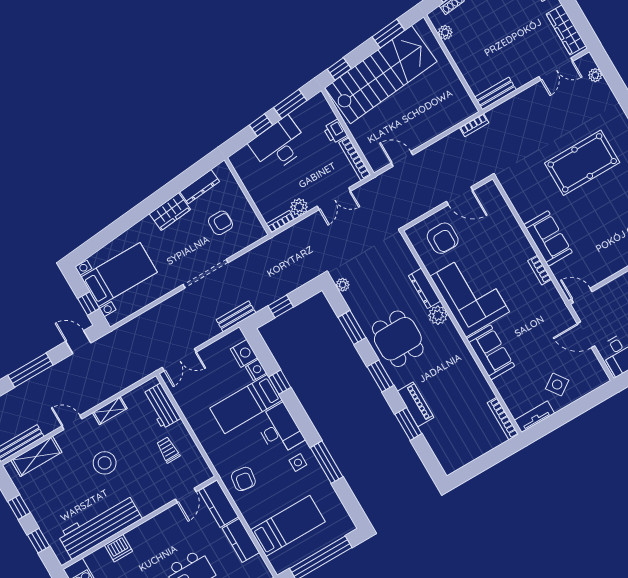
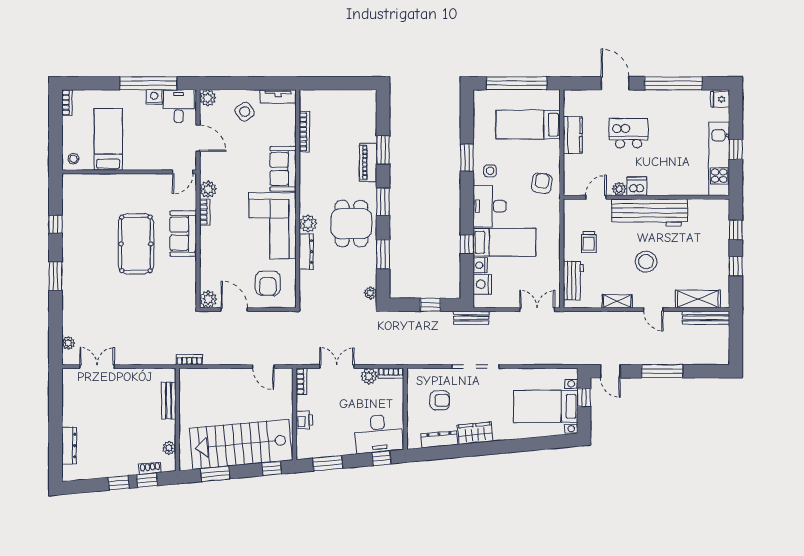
wardrobe: (566, 30) -> (70, 393), removed
bench: (496, 93) -> (169, 401), moved, turned 90
window: (261, 125) -> (381, 458), moved
desk: (279, 145) -> (378, 434), moved
bookcase: (355, 159) -> (301, 381), width x0.64
pool table: (582, 163) -> (136, 244), moved, turned 90
plant: (489, 191) -> (208, 299), added
armchair: (221, 223) -> (440, 400), turned 180
armchair: (443, 238) -> (268, 283), turned 180
plant: (549, 293) -> (208, 189), added
door: (582, 295) -> (183, 172), hinge flipped
plant: (599, 377) -> (208, 98), added
bookcase: (503, 419) -> (304, 132), moved
window: (327, 462) -> (467, 158), width x0.69
kitchen counter: (219, 504) -> (573, 175), removed
plant: (169, 515) -> (619, 189), added
workbench: (100, 526) -> (649, 213), moved
dishwasher: (119, 548) -> (637, 186), moved

